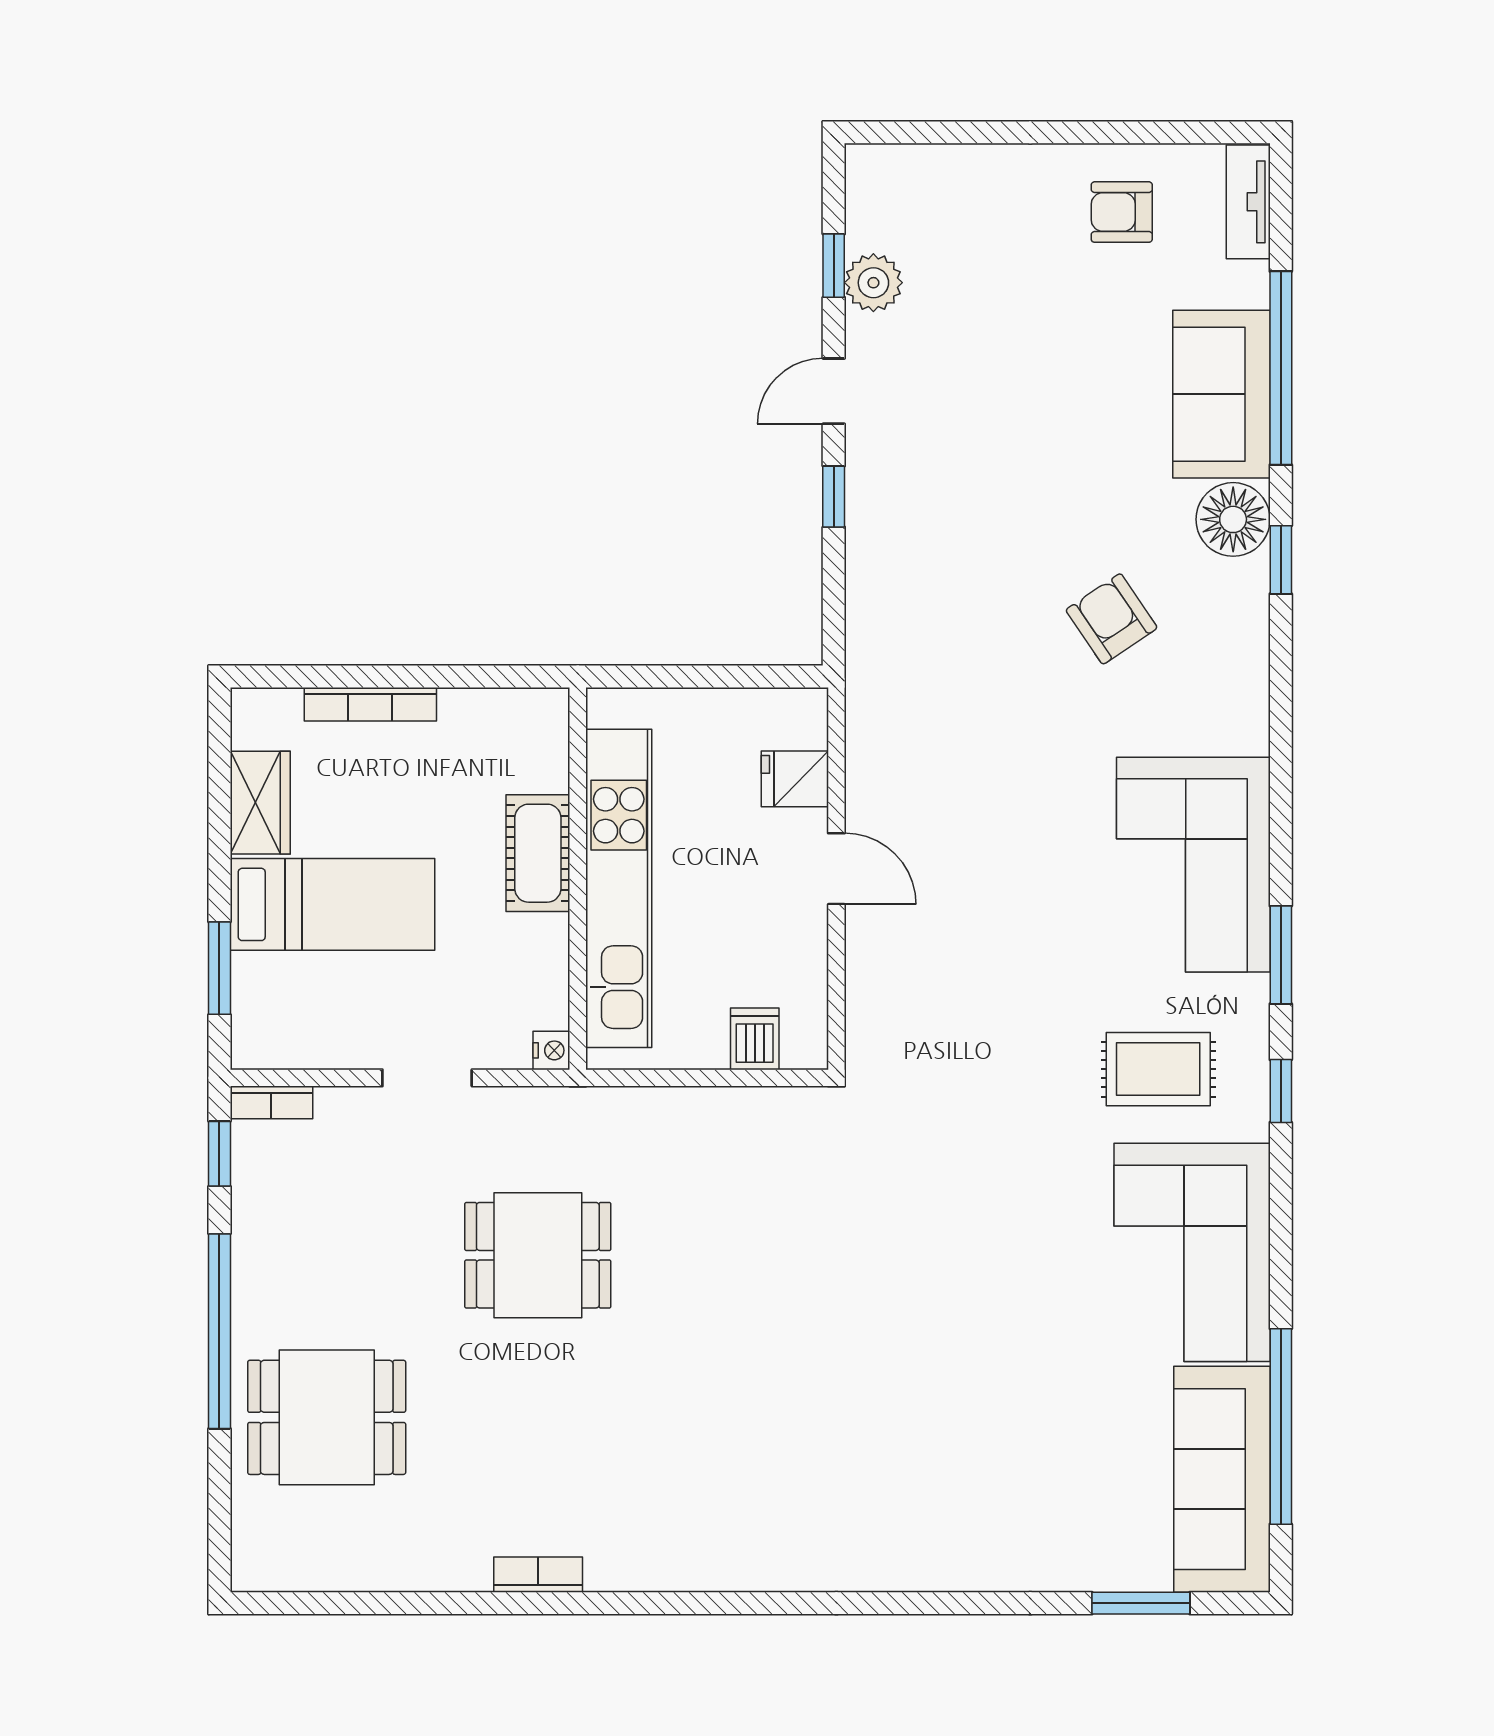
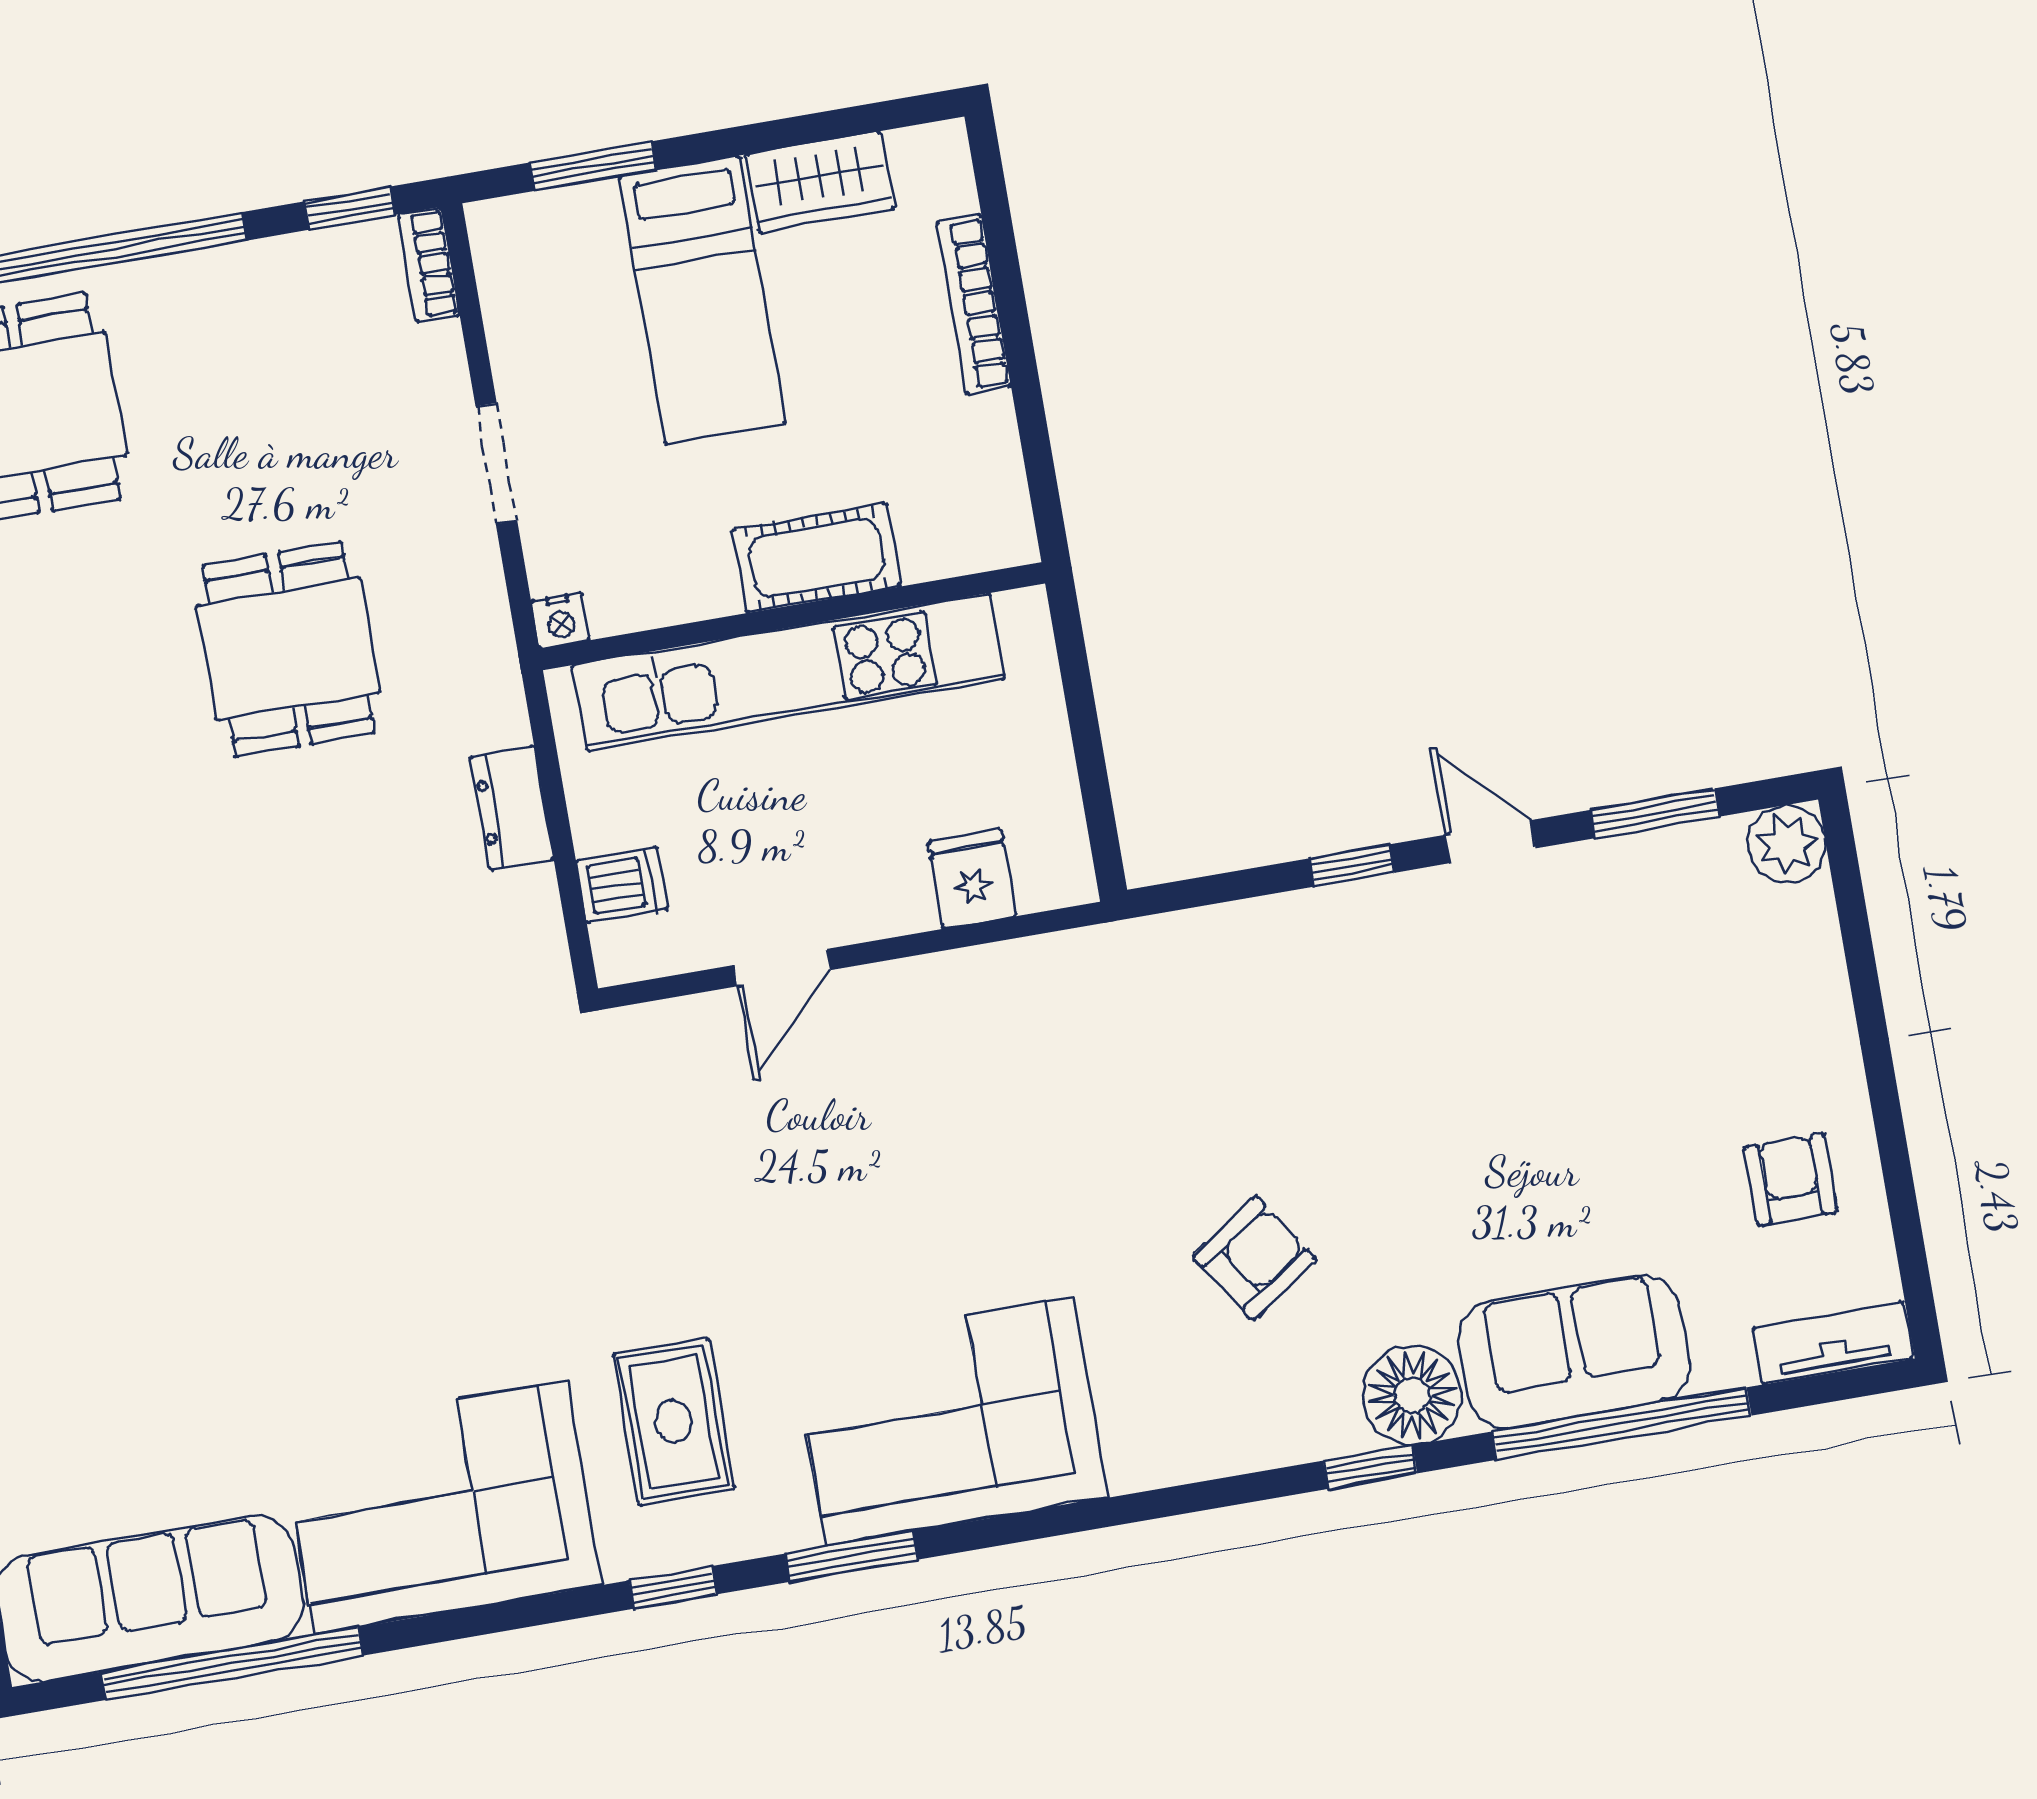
window: (834, 266) -> (1655, 813), width x1.50
plant: (873, 283) -> (1787, 844), moved
door: (836, 869) -> (782, 968), moved
dresser: (684, 1110) -> (512, 808), added

